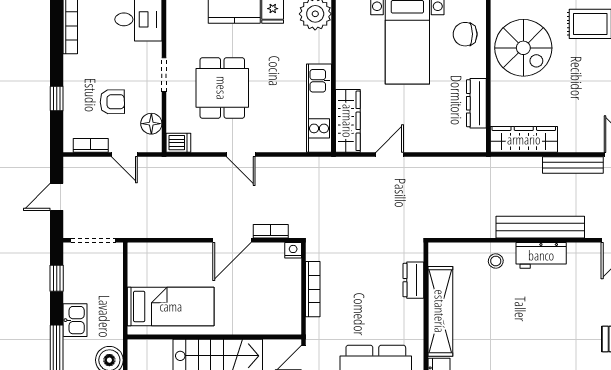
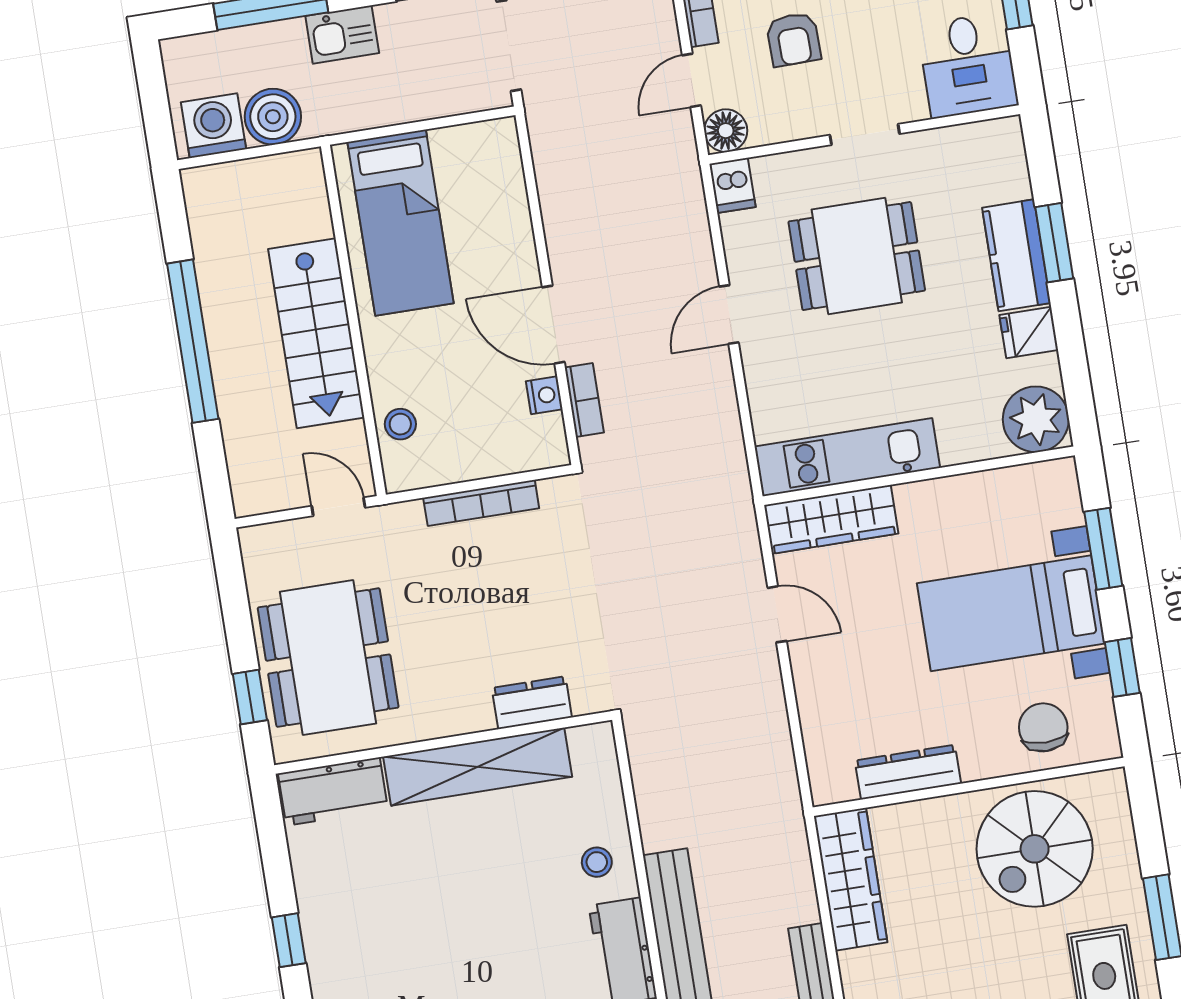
floor lamp: (151, 124) -> (726, 131), moved
nightstand: (293, 250) -> (544, 395), moved
stool: (268, 322) -> (400, 424), added

